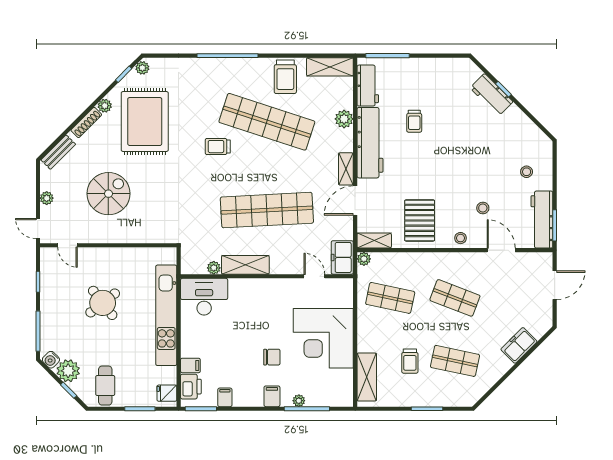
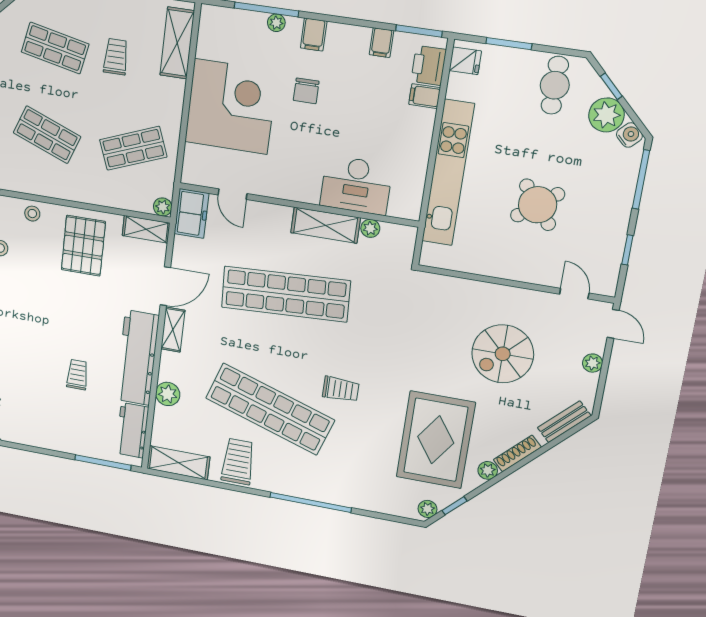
desk: (204, 297) -> (356, 185), moved
shop shelf: (390, 298) -> (133, 148), turned -33
chair: (272, 357) -> (306, 91), turned -90

